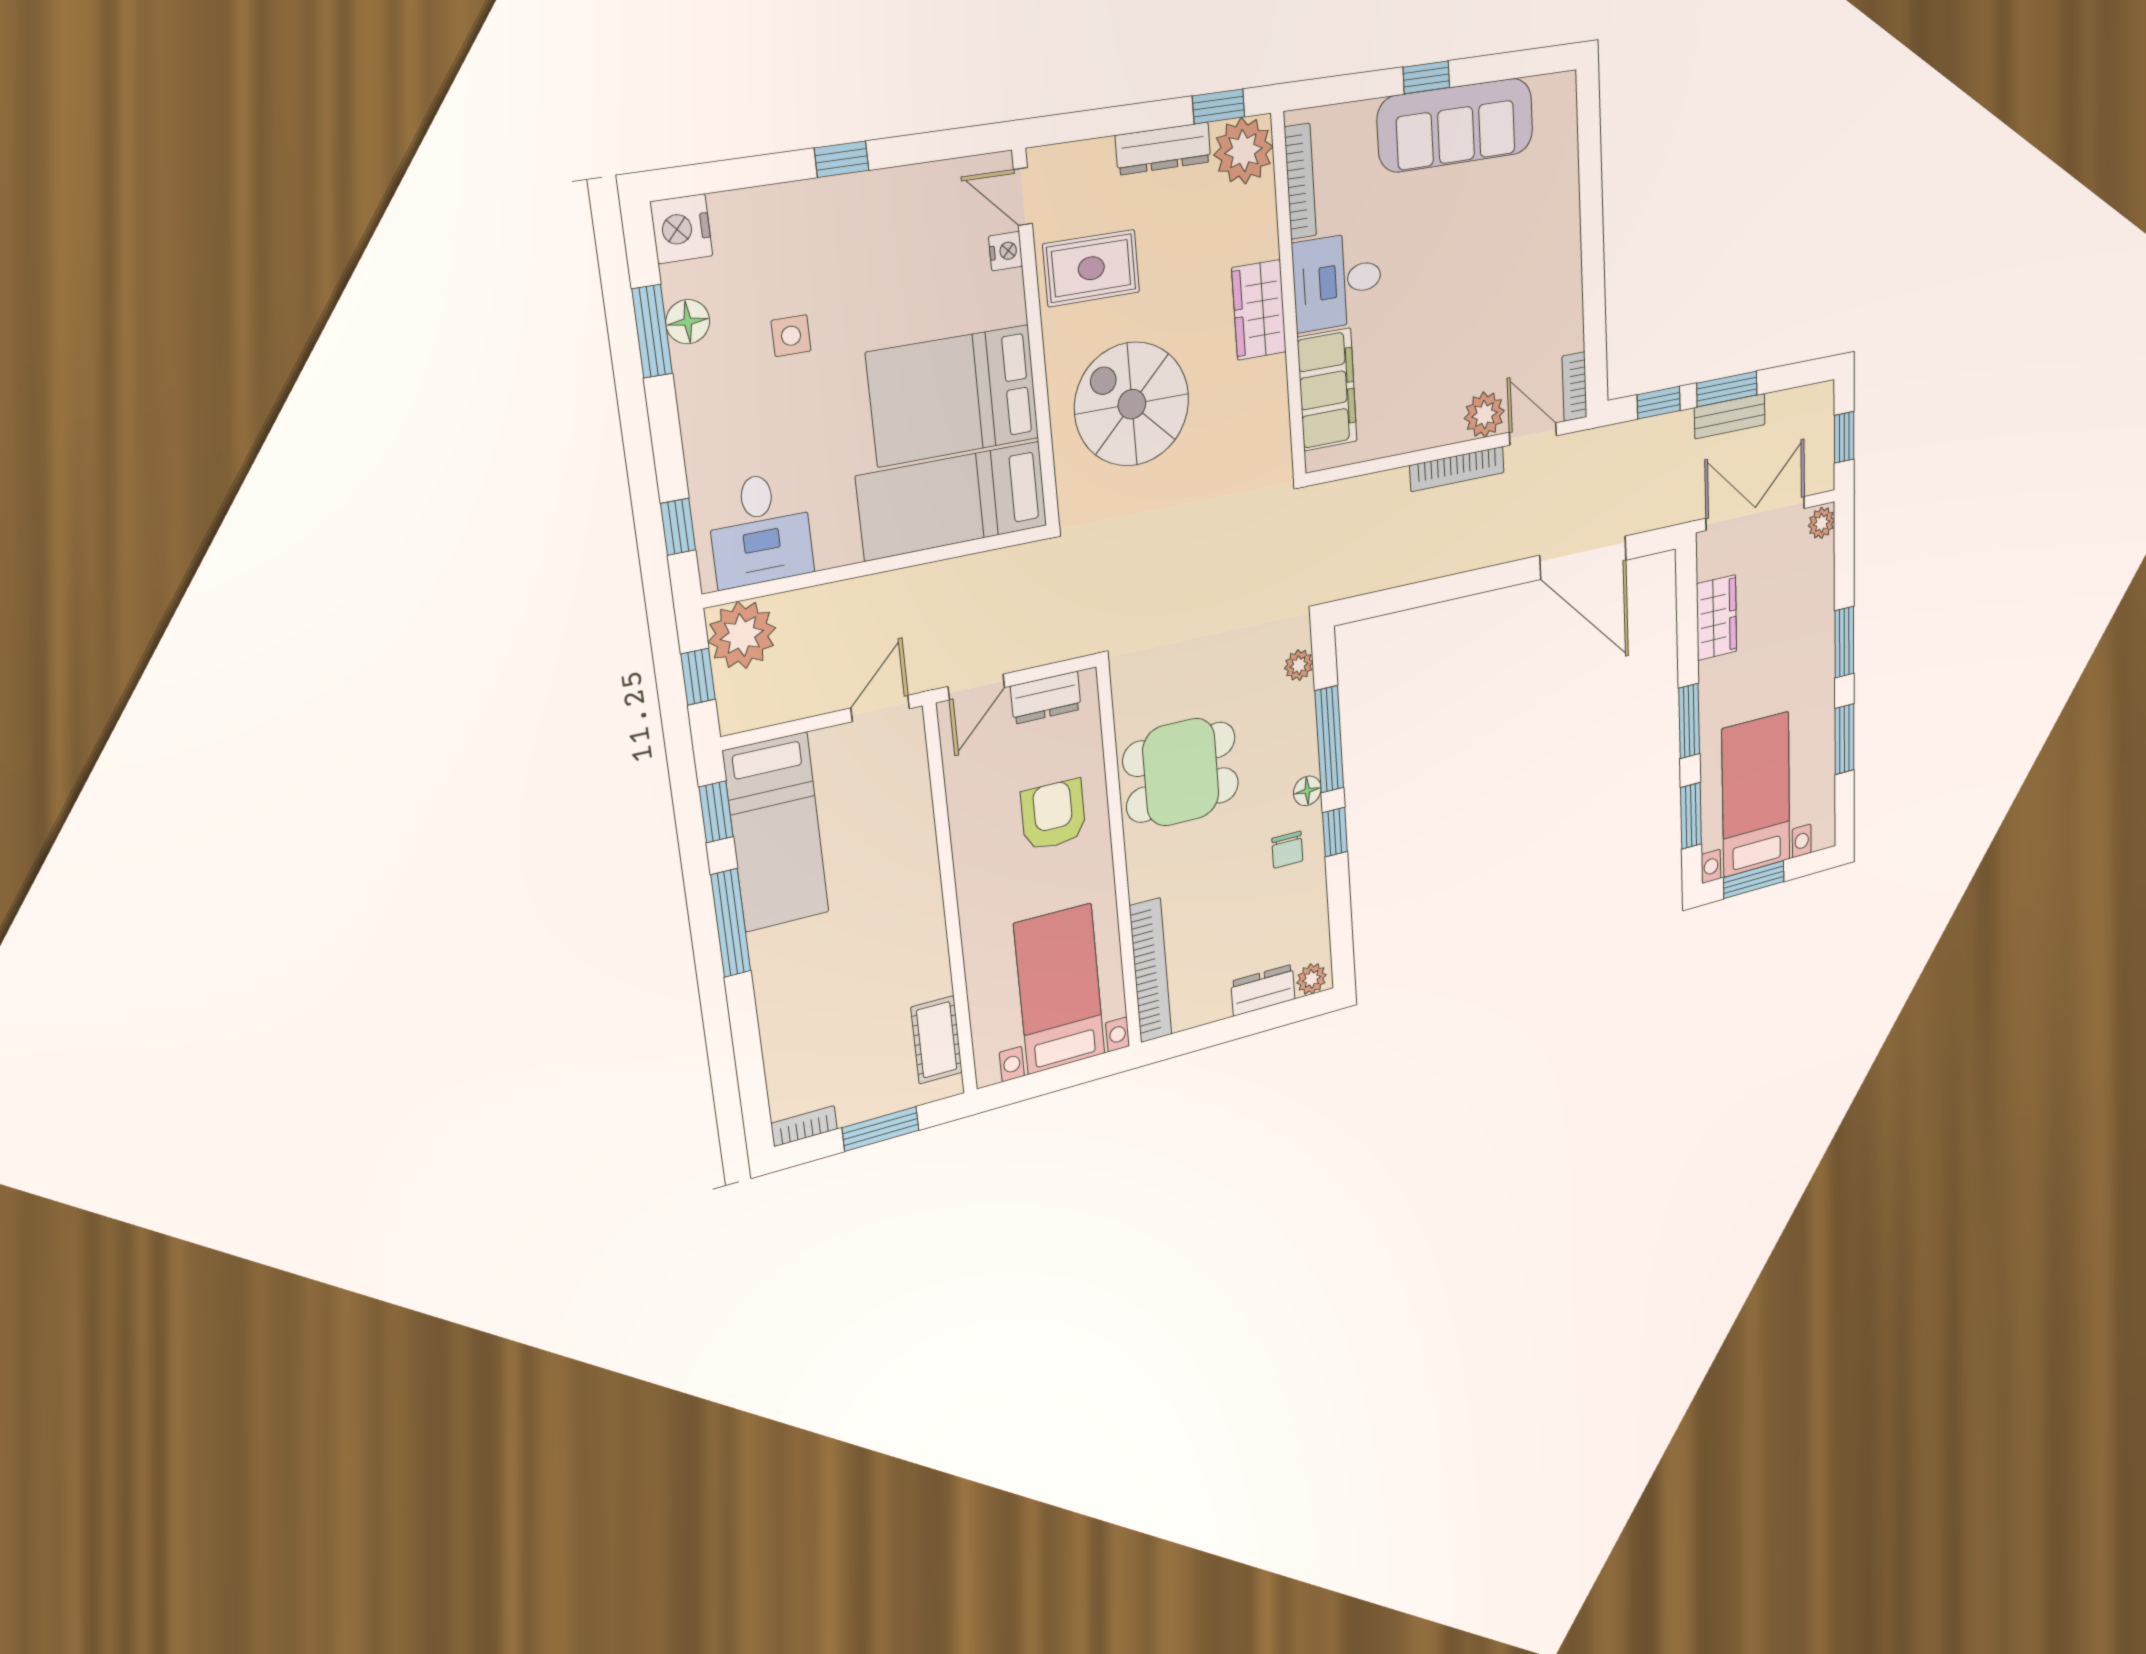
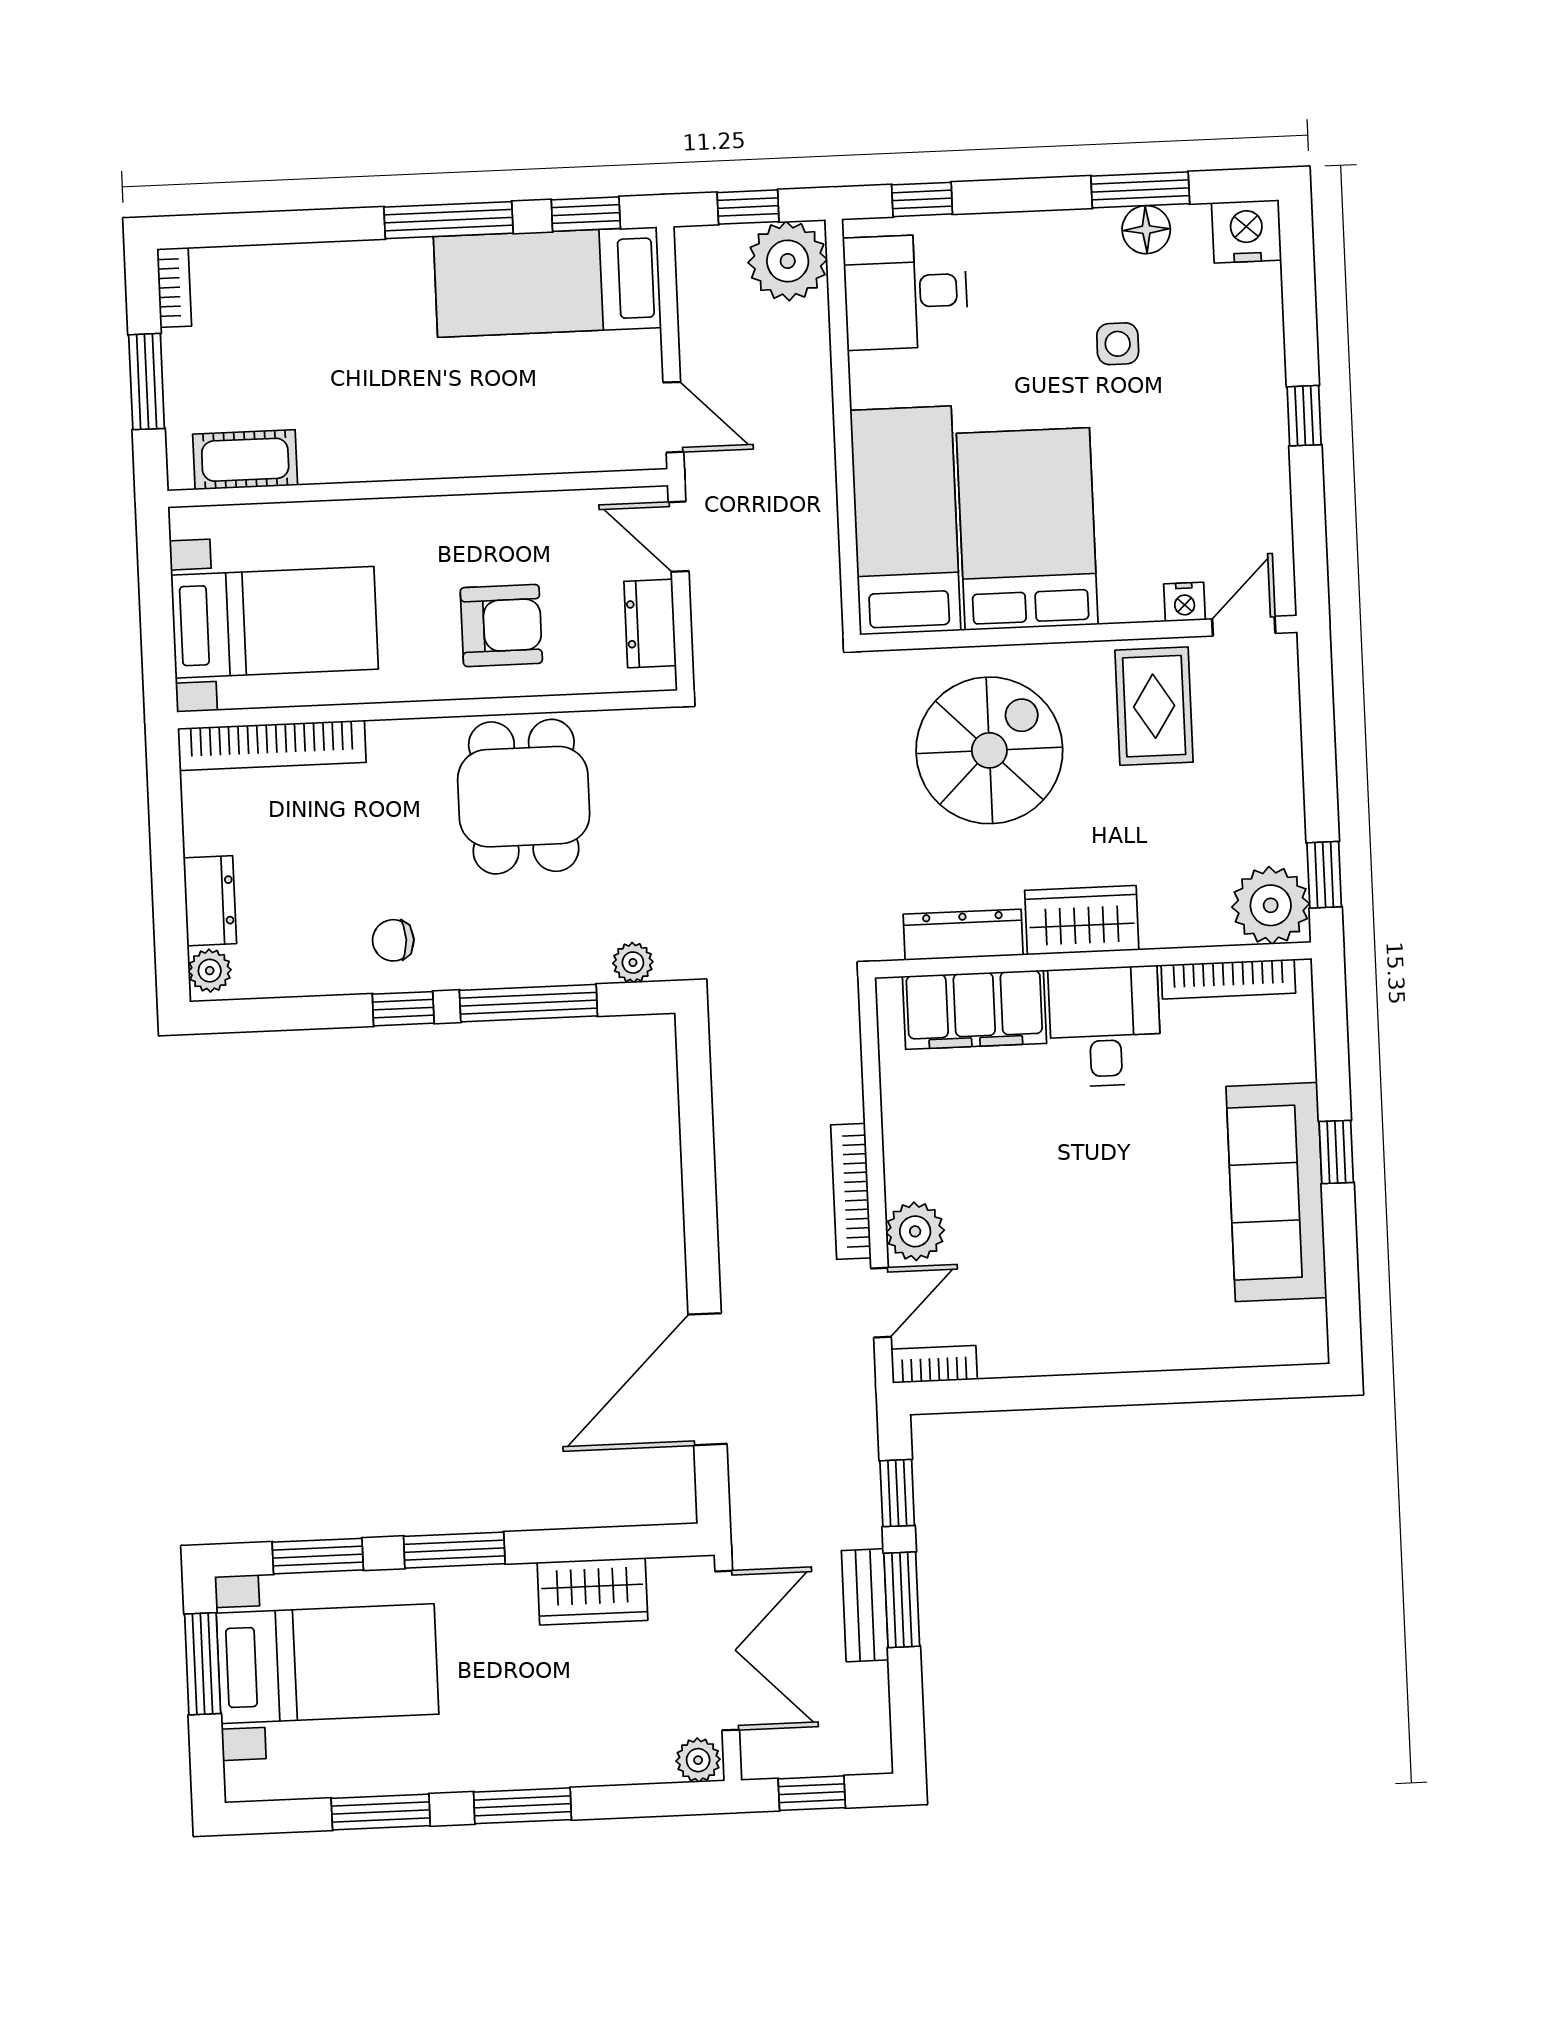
dresser: (1163, 149) -> (963, 935), moved, turned 90
floor lamp: (1307, 791) -> (466, 971), removed

